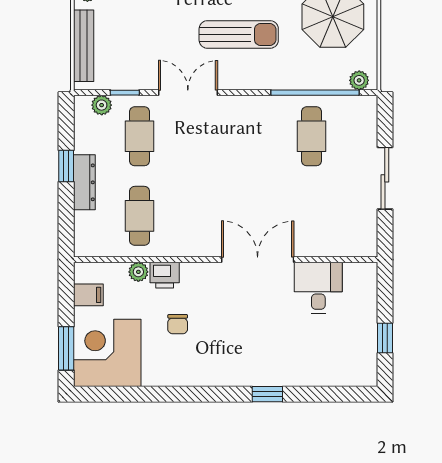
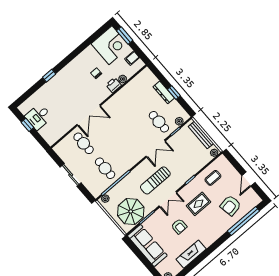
cafe table: (140, 216) -> (84, 143), moved
desk: (318, 288) -> (39, 117), moved, turned 90

